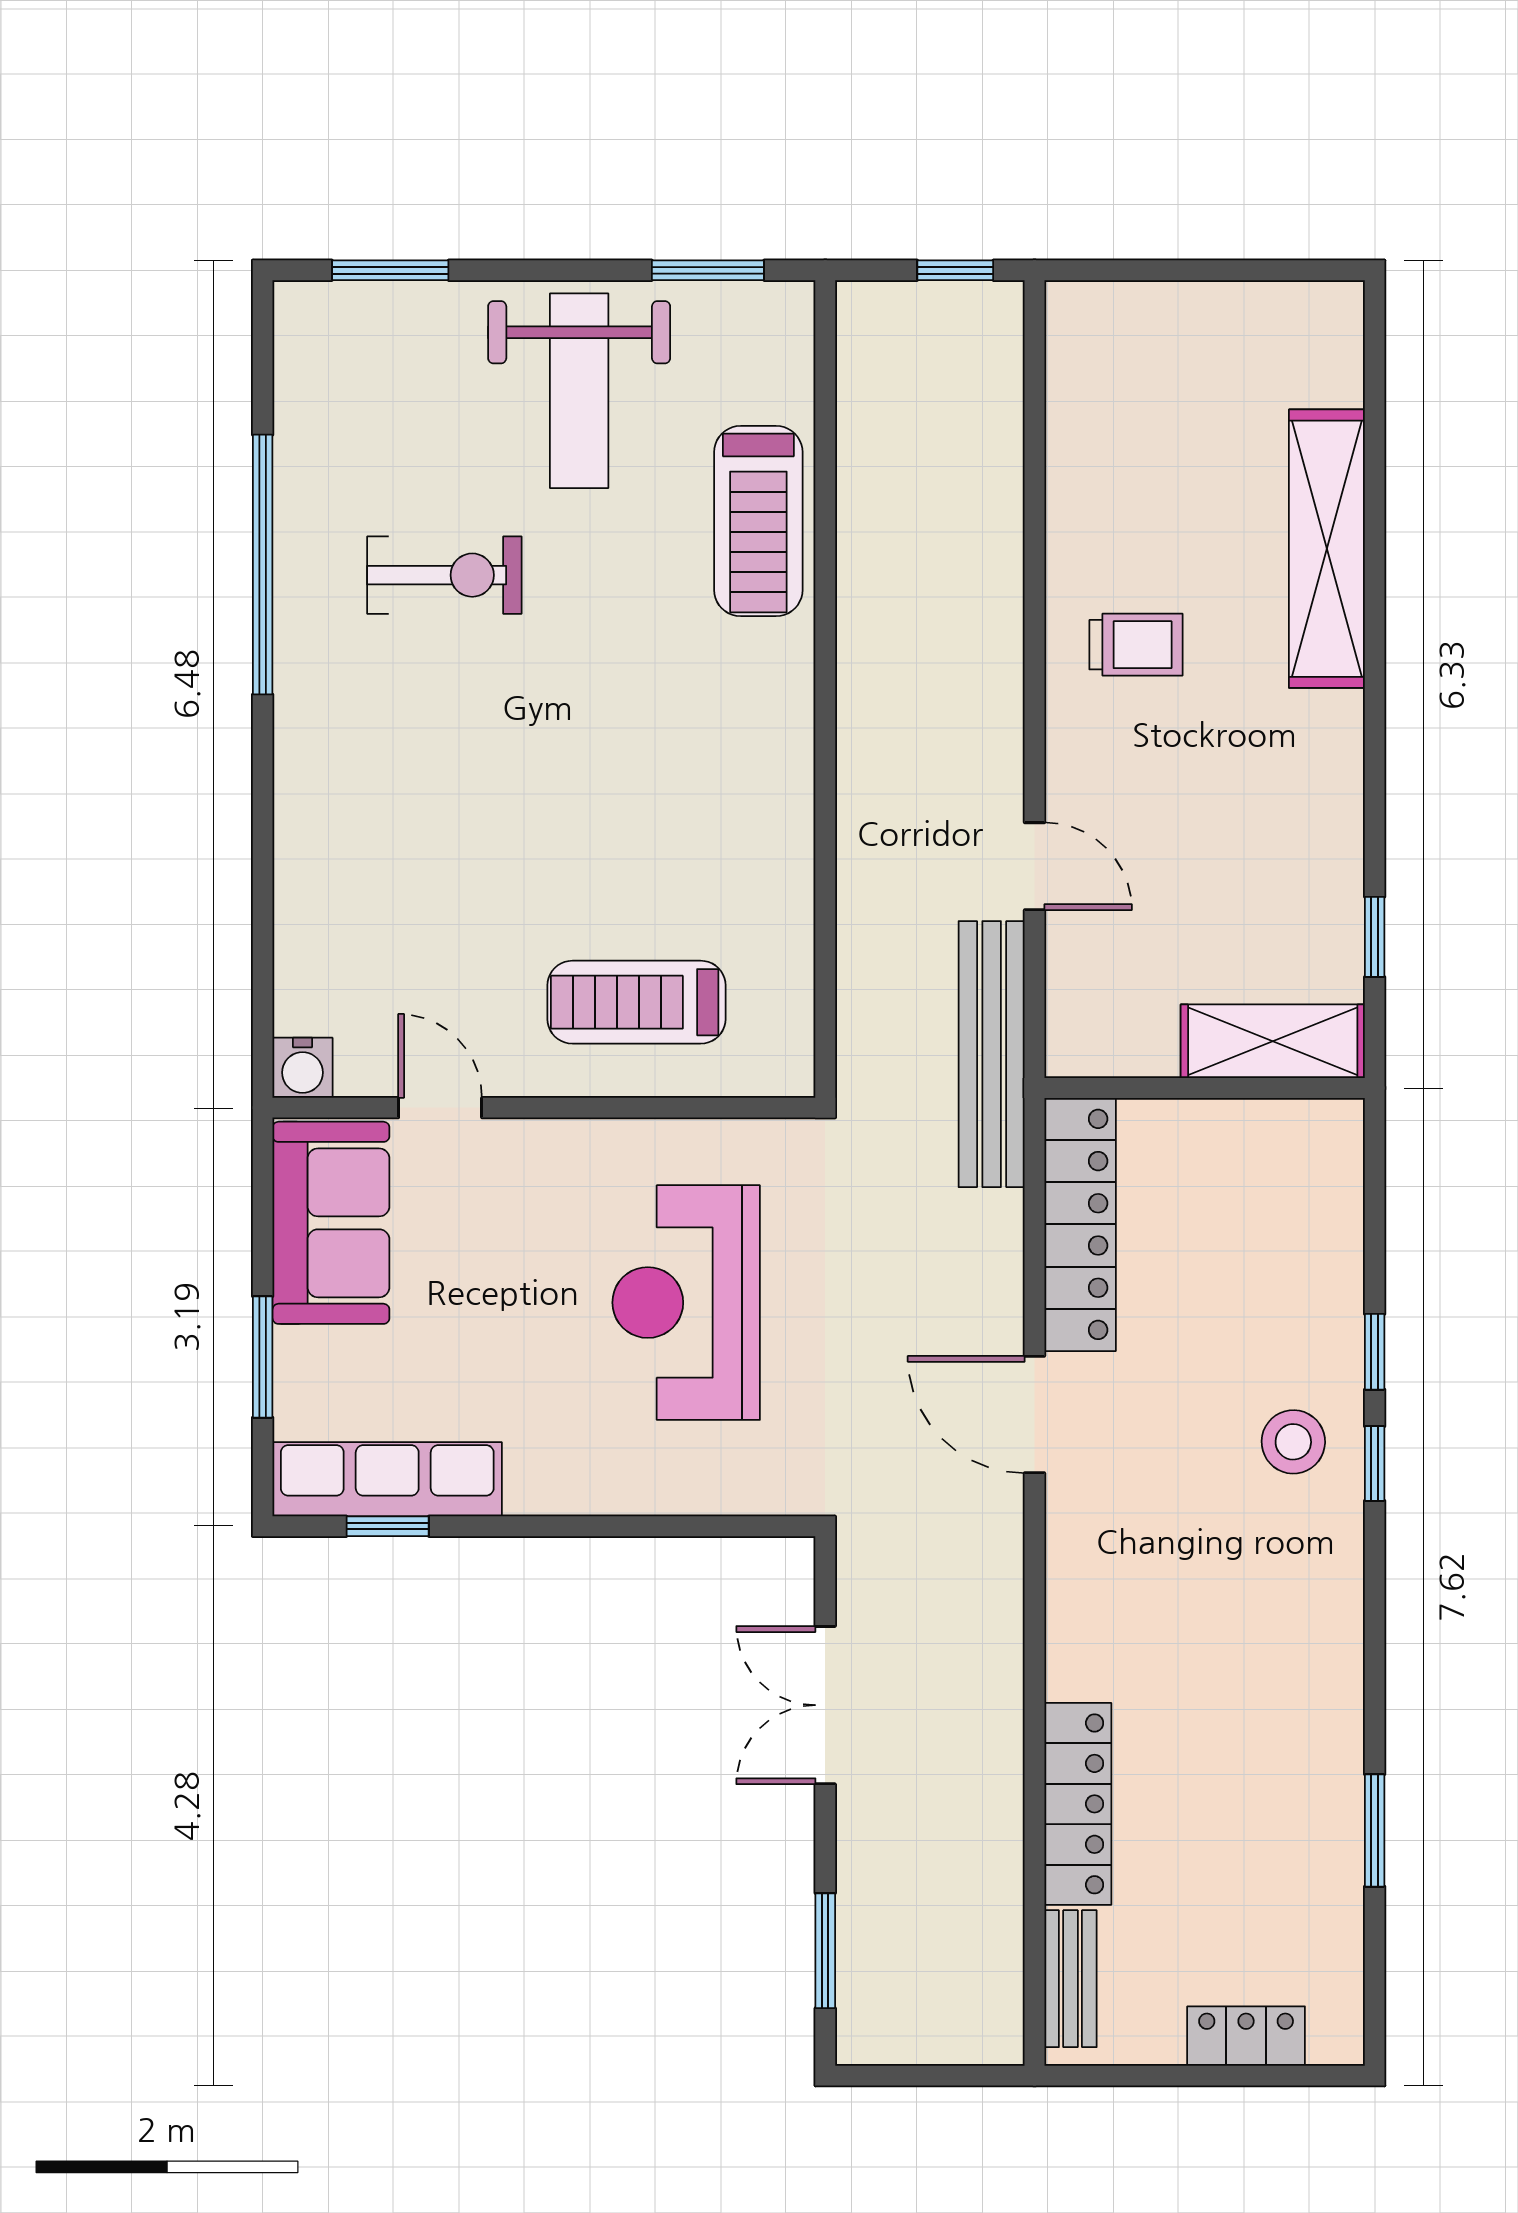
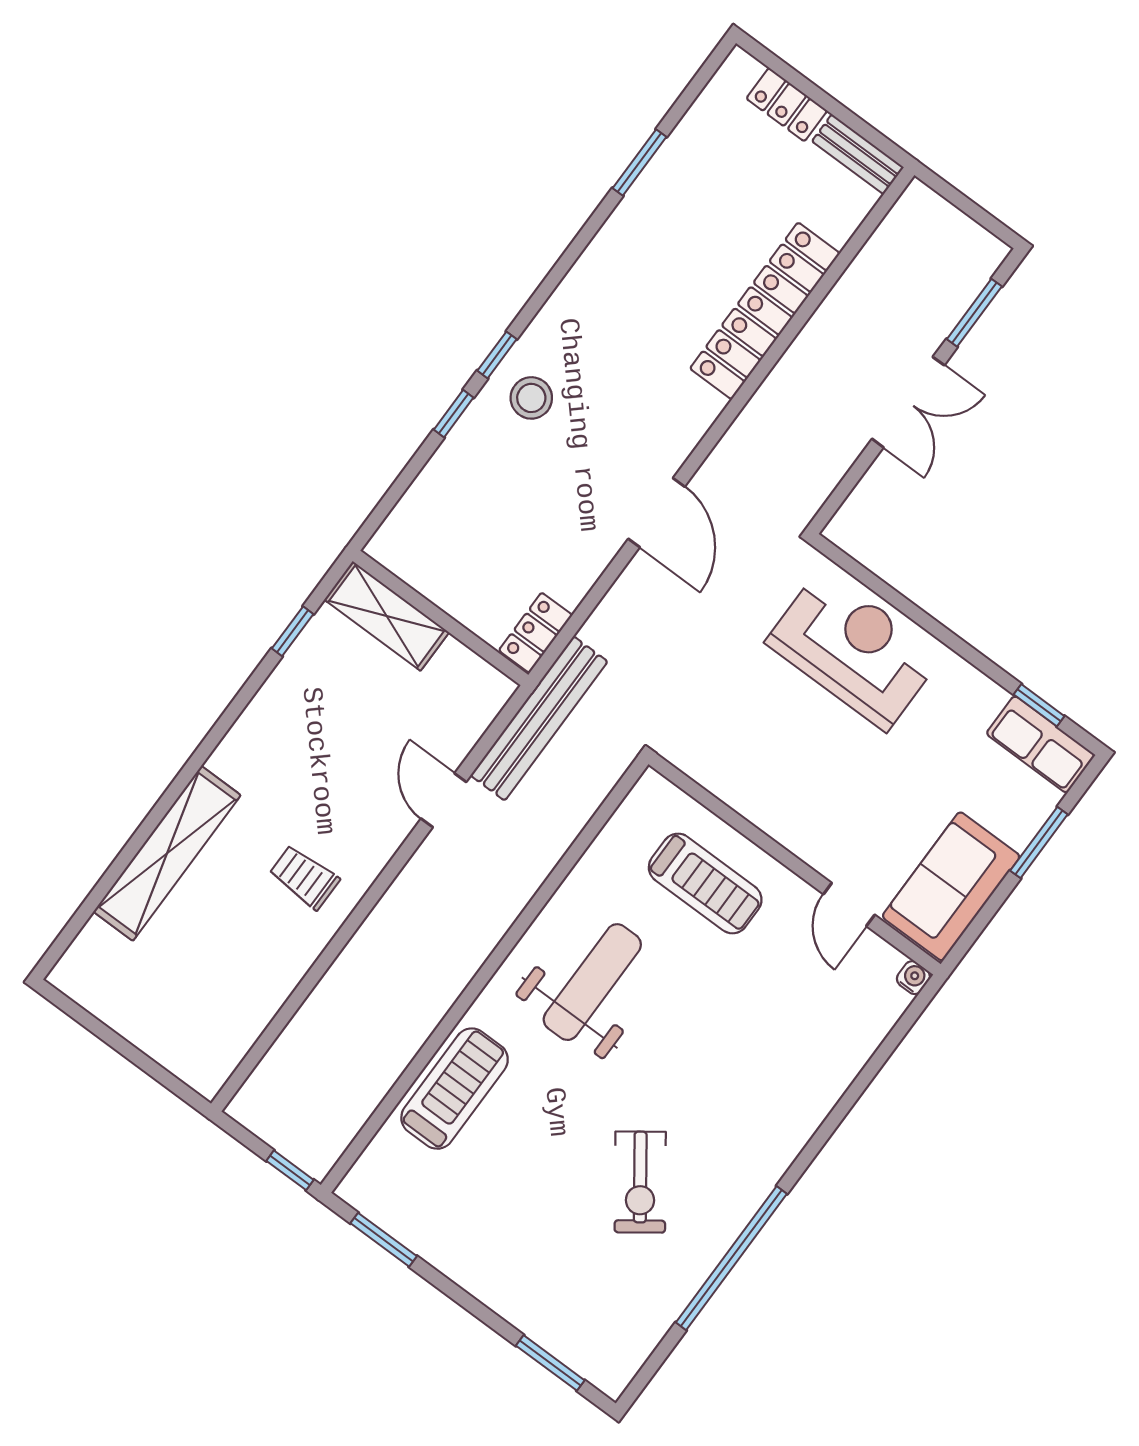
window: (955, 270) -> (290, 1170), moved
weight bench: (579, 391) -> (592, 982), moved
exercise bike: (444, 575) -> (640, 1182), turned -126
water cooler: (302, 1068) -> (913, 978), width x0.72, depth x0.72
locker: (1080, 1224) -> (536, 633), width x0.46, depth x0.83
reception desk: (686, 1303) -> (854, 649), moved, turned -90
row of seats: (387, 1479) -> (1041, 744), width x0.68
double door: (825, 1705) -> (908, 402), moved
locker: (1078, 1804) -> (765, 311), width x1.41, depth x1.21
bench: (1070, 1979) -> (858, 154), moved, turned 90

